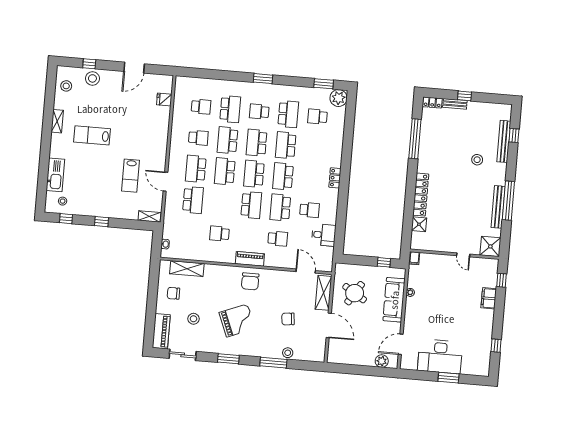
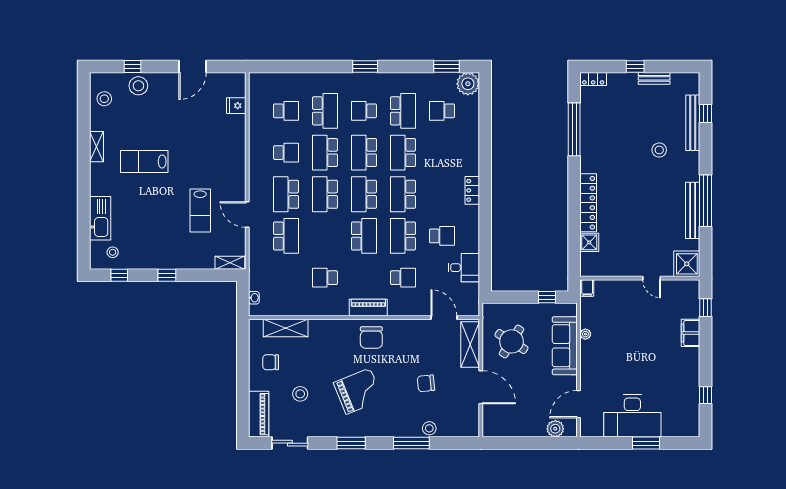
bench: (455, 104) -> (654, 78), moved

